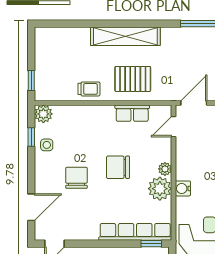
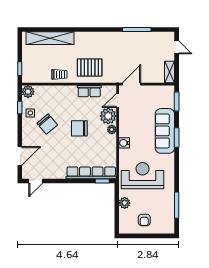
shelving: (125, 36) -> (50, 38), moved
chair: (76, 178) -> (47, 124), moved, turned 140
plant: (160, 189) -> (108, 116), moved

